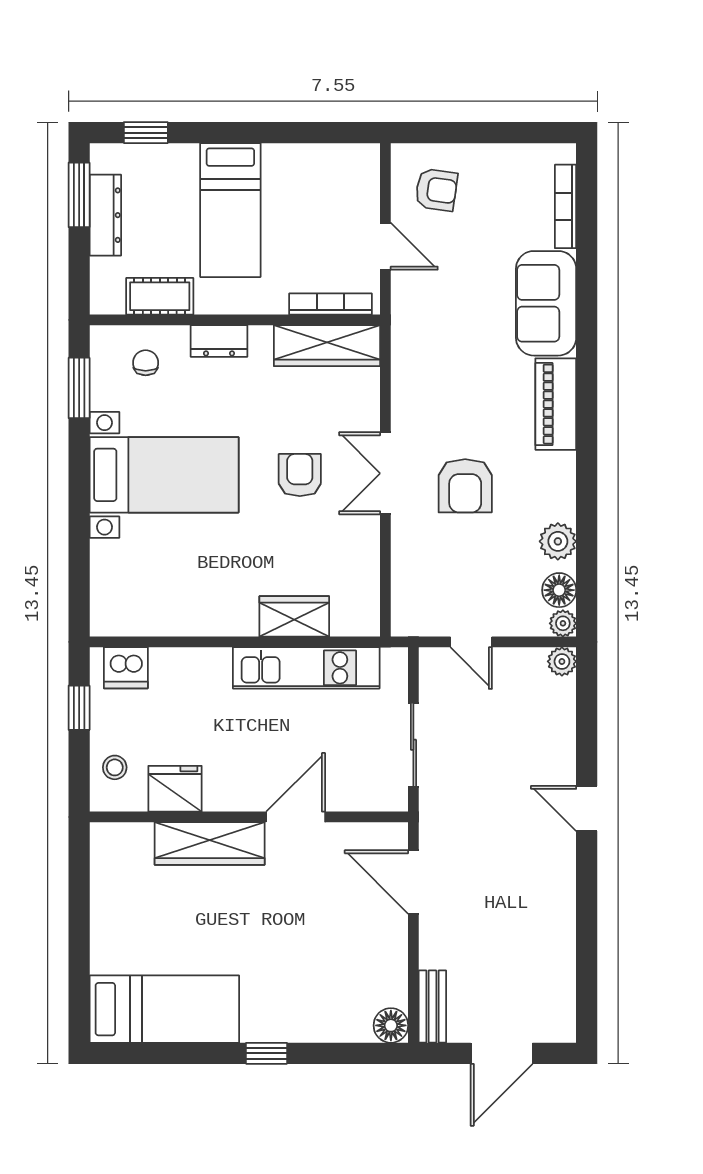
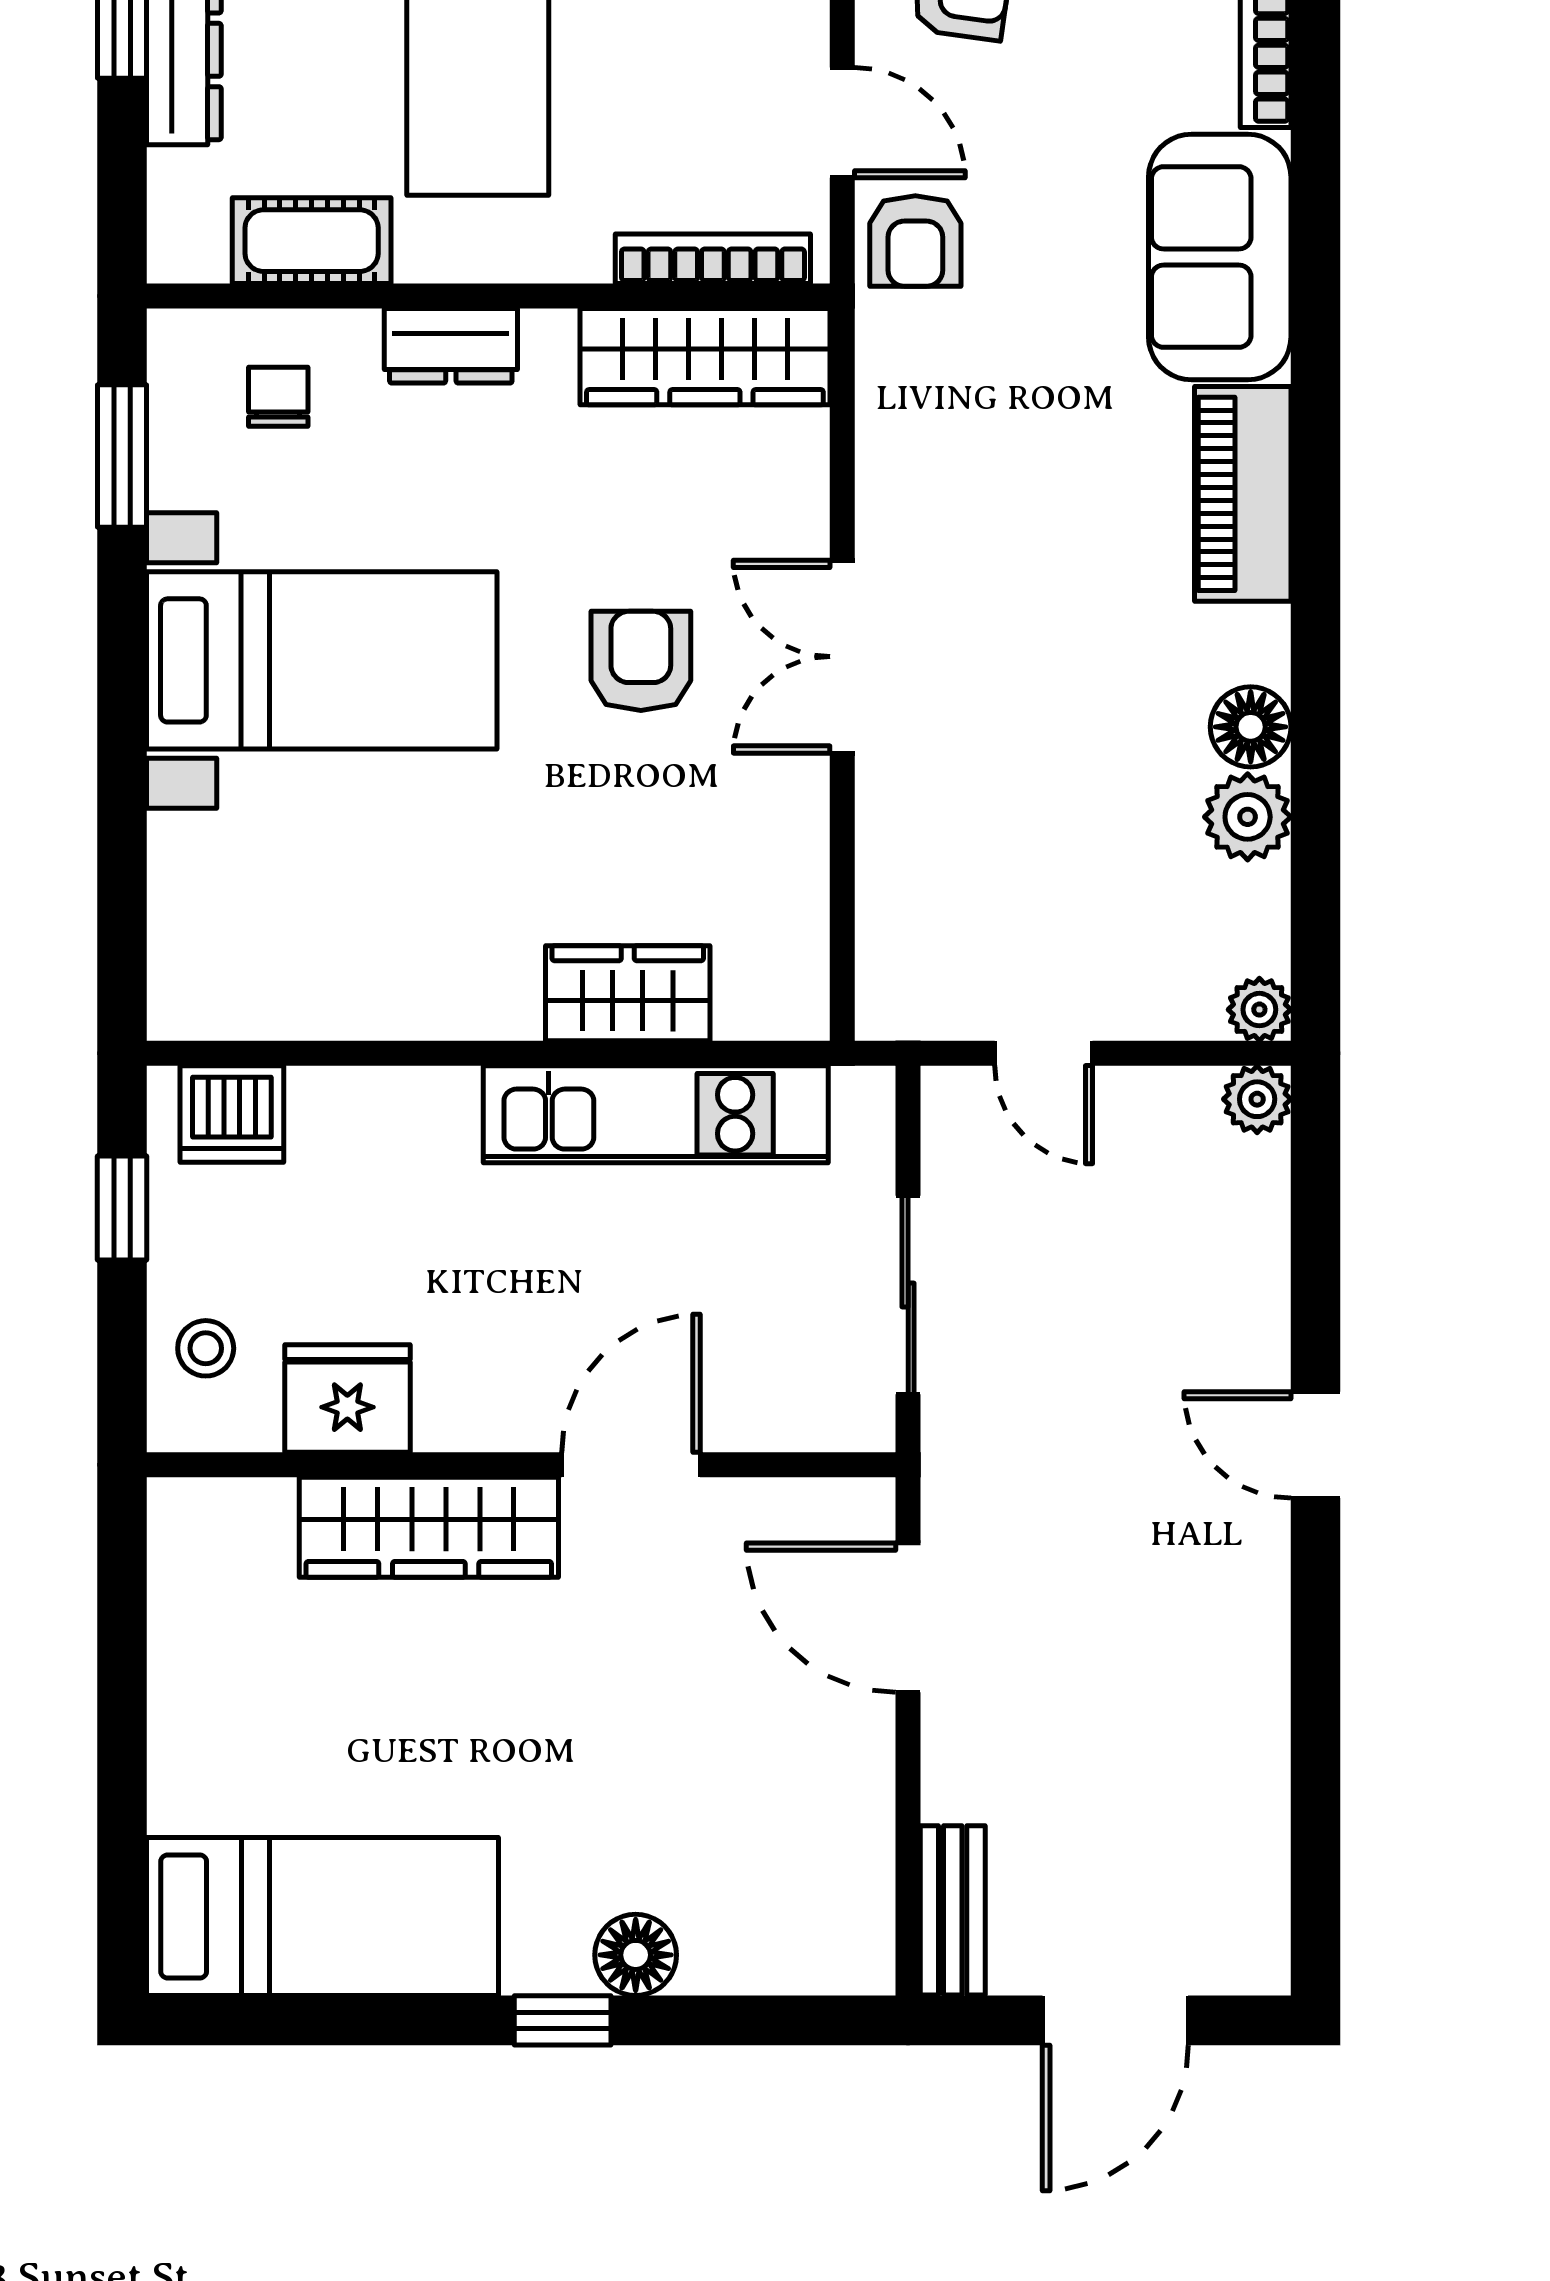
armchair: (465, 486) -> (915, 241), moved, width x0.72, depth x0.72
floor lamp: (559, 590) -> (1251, 727), moved
floor lamp: (391, 1025) -> (636, 1955), moved

